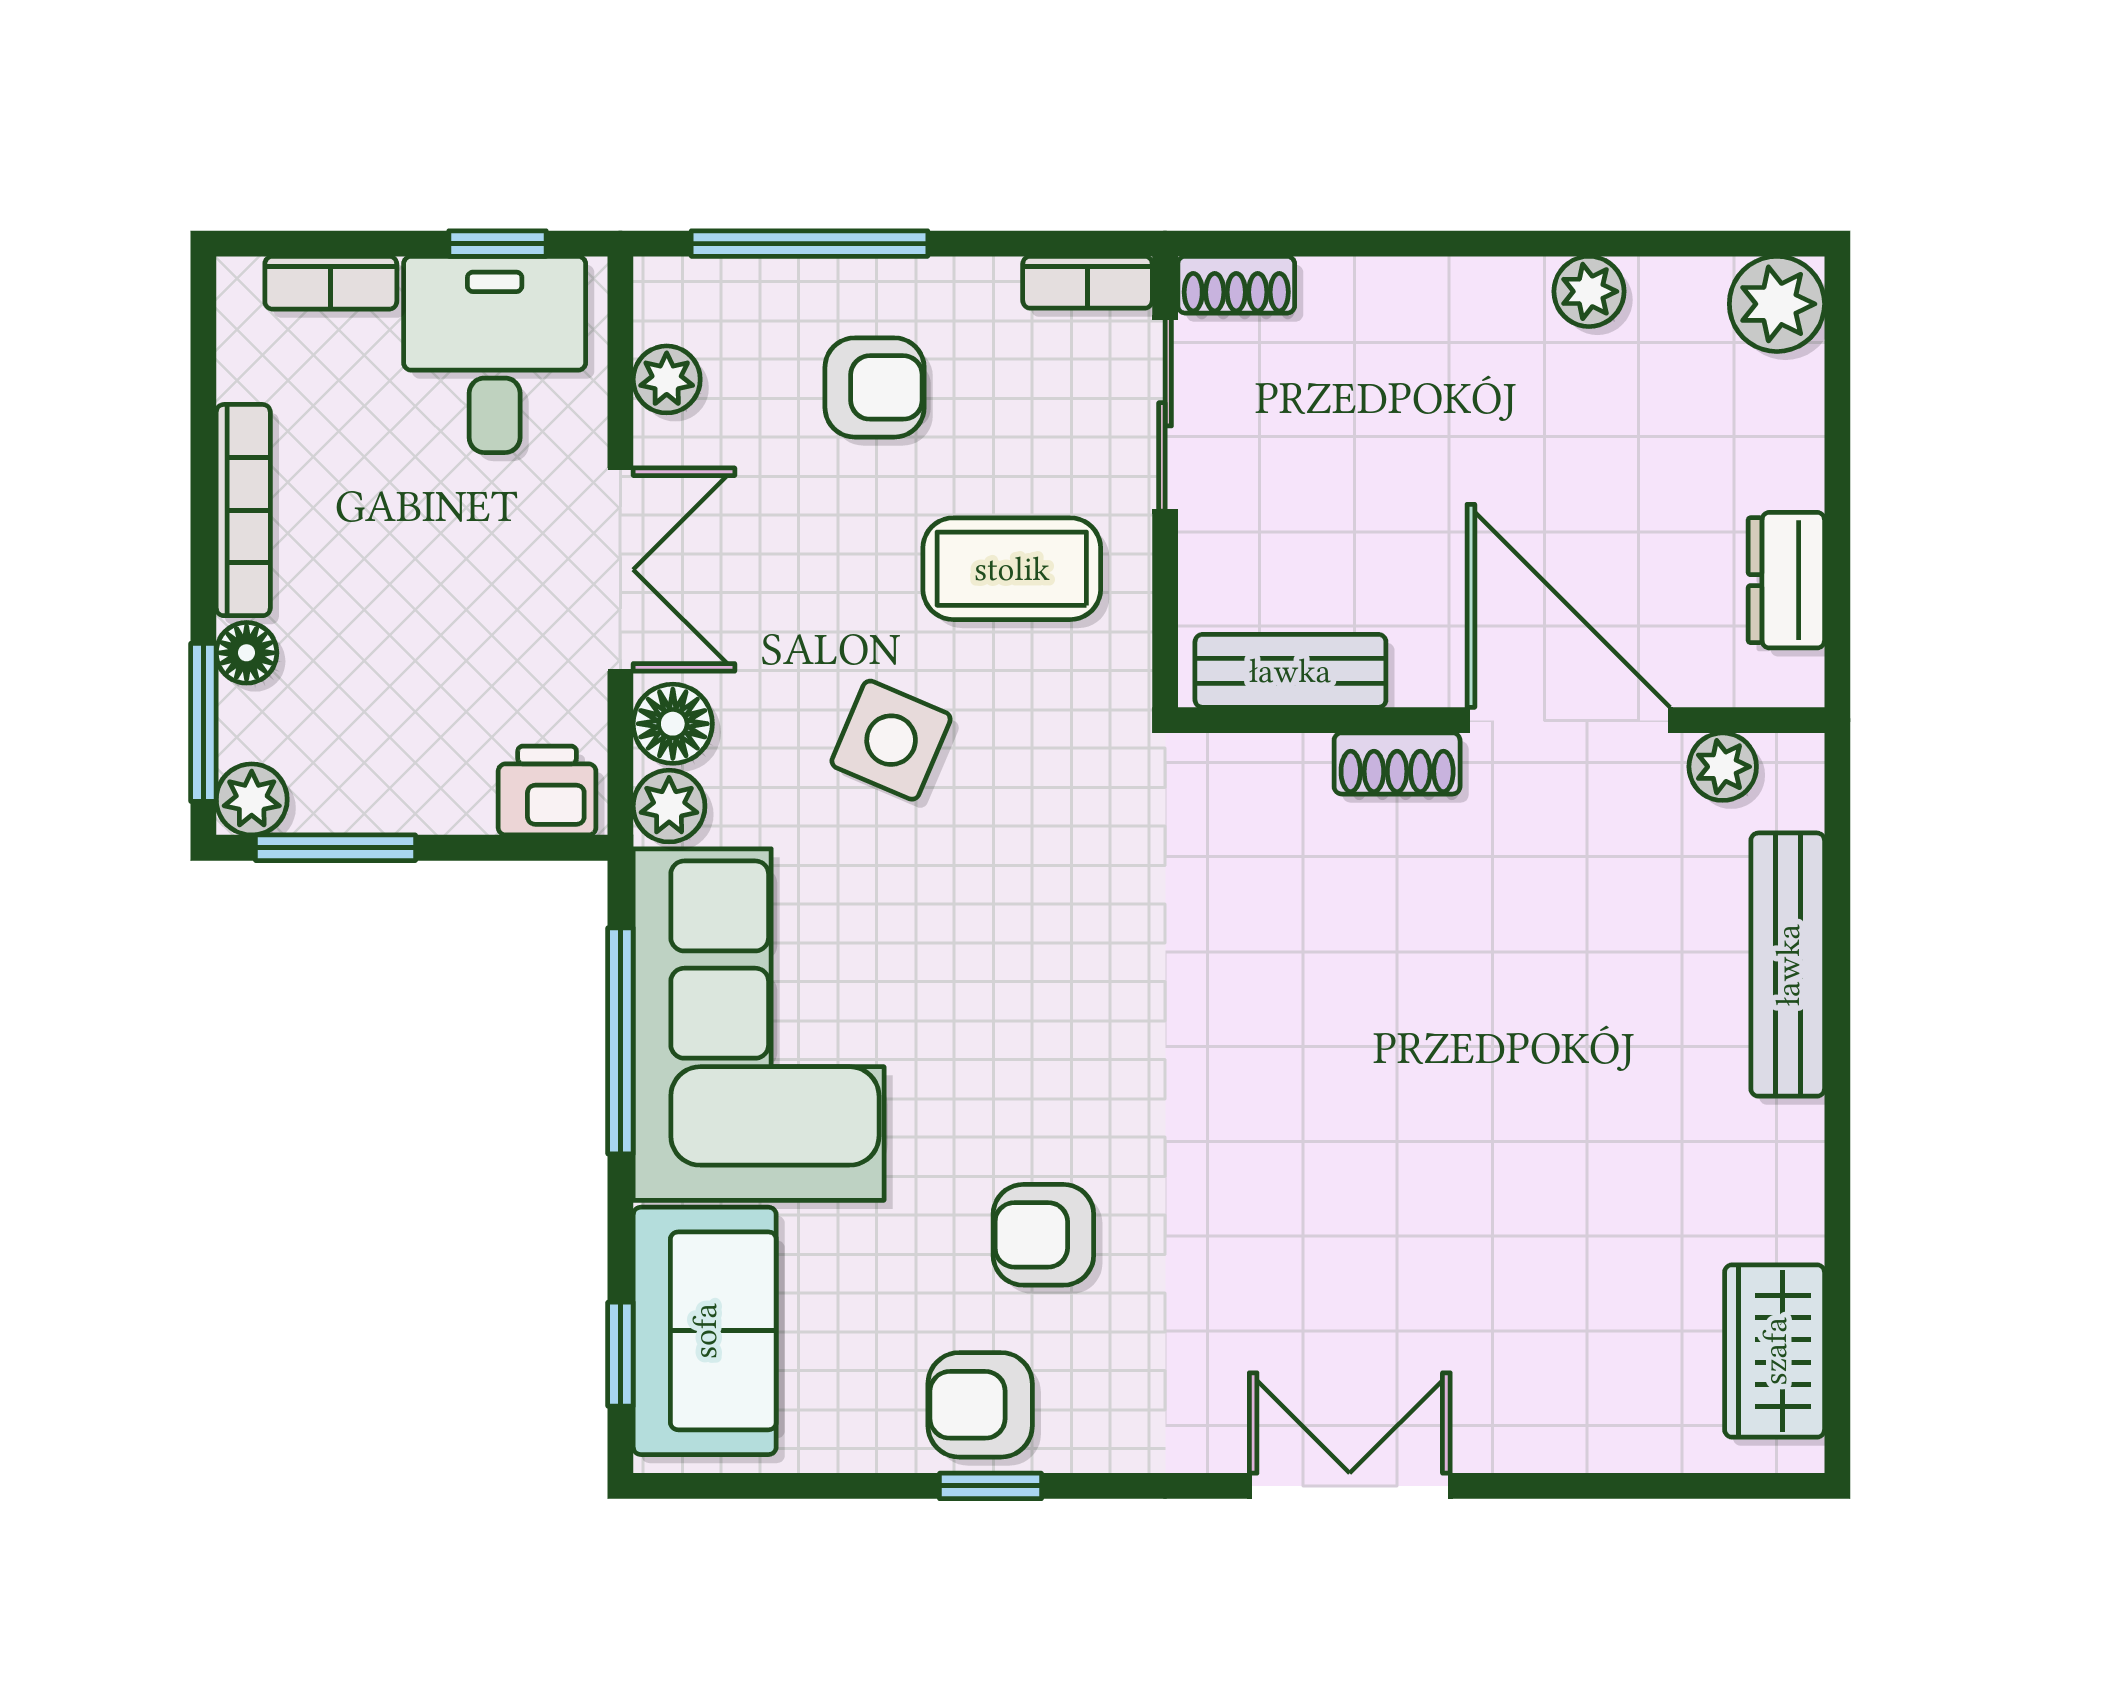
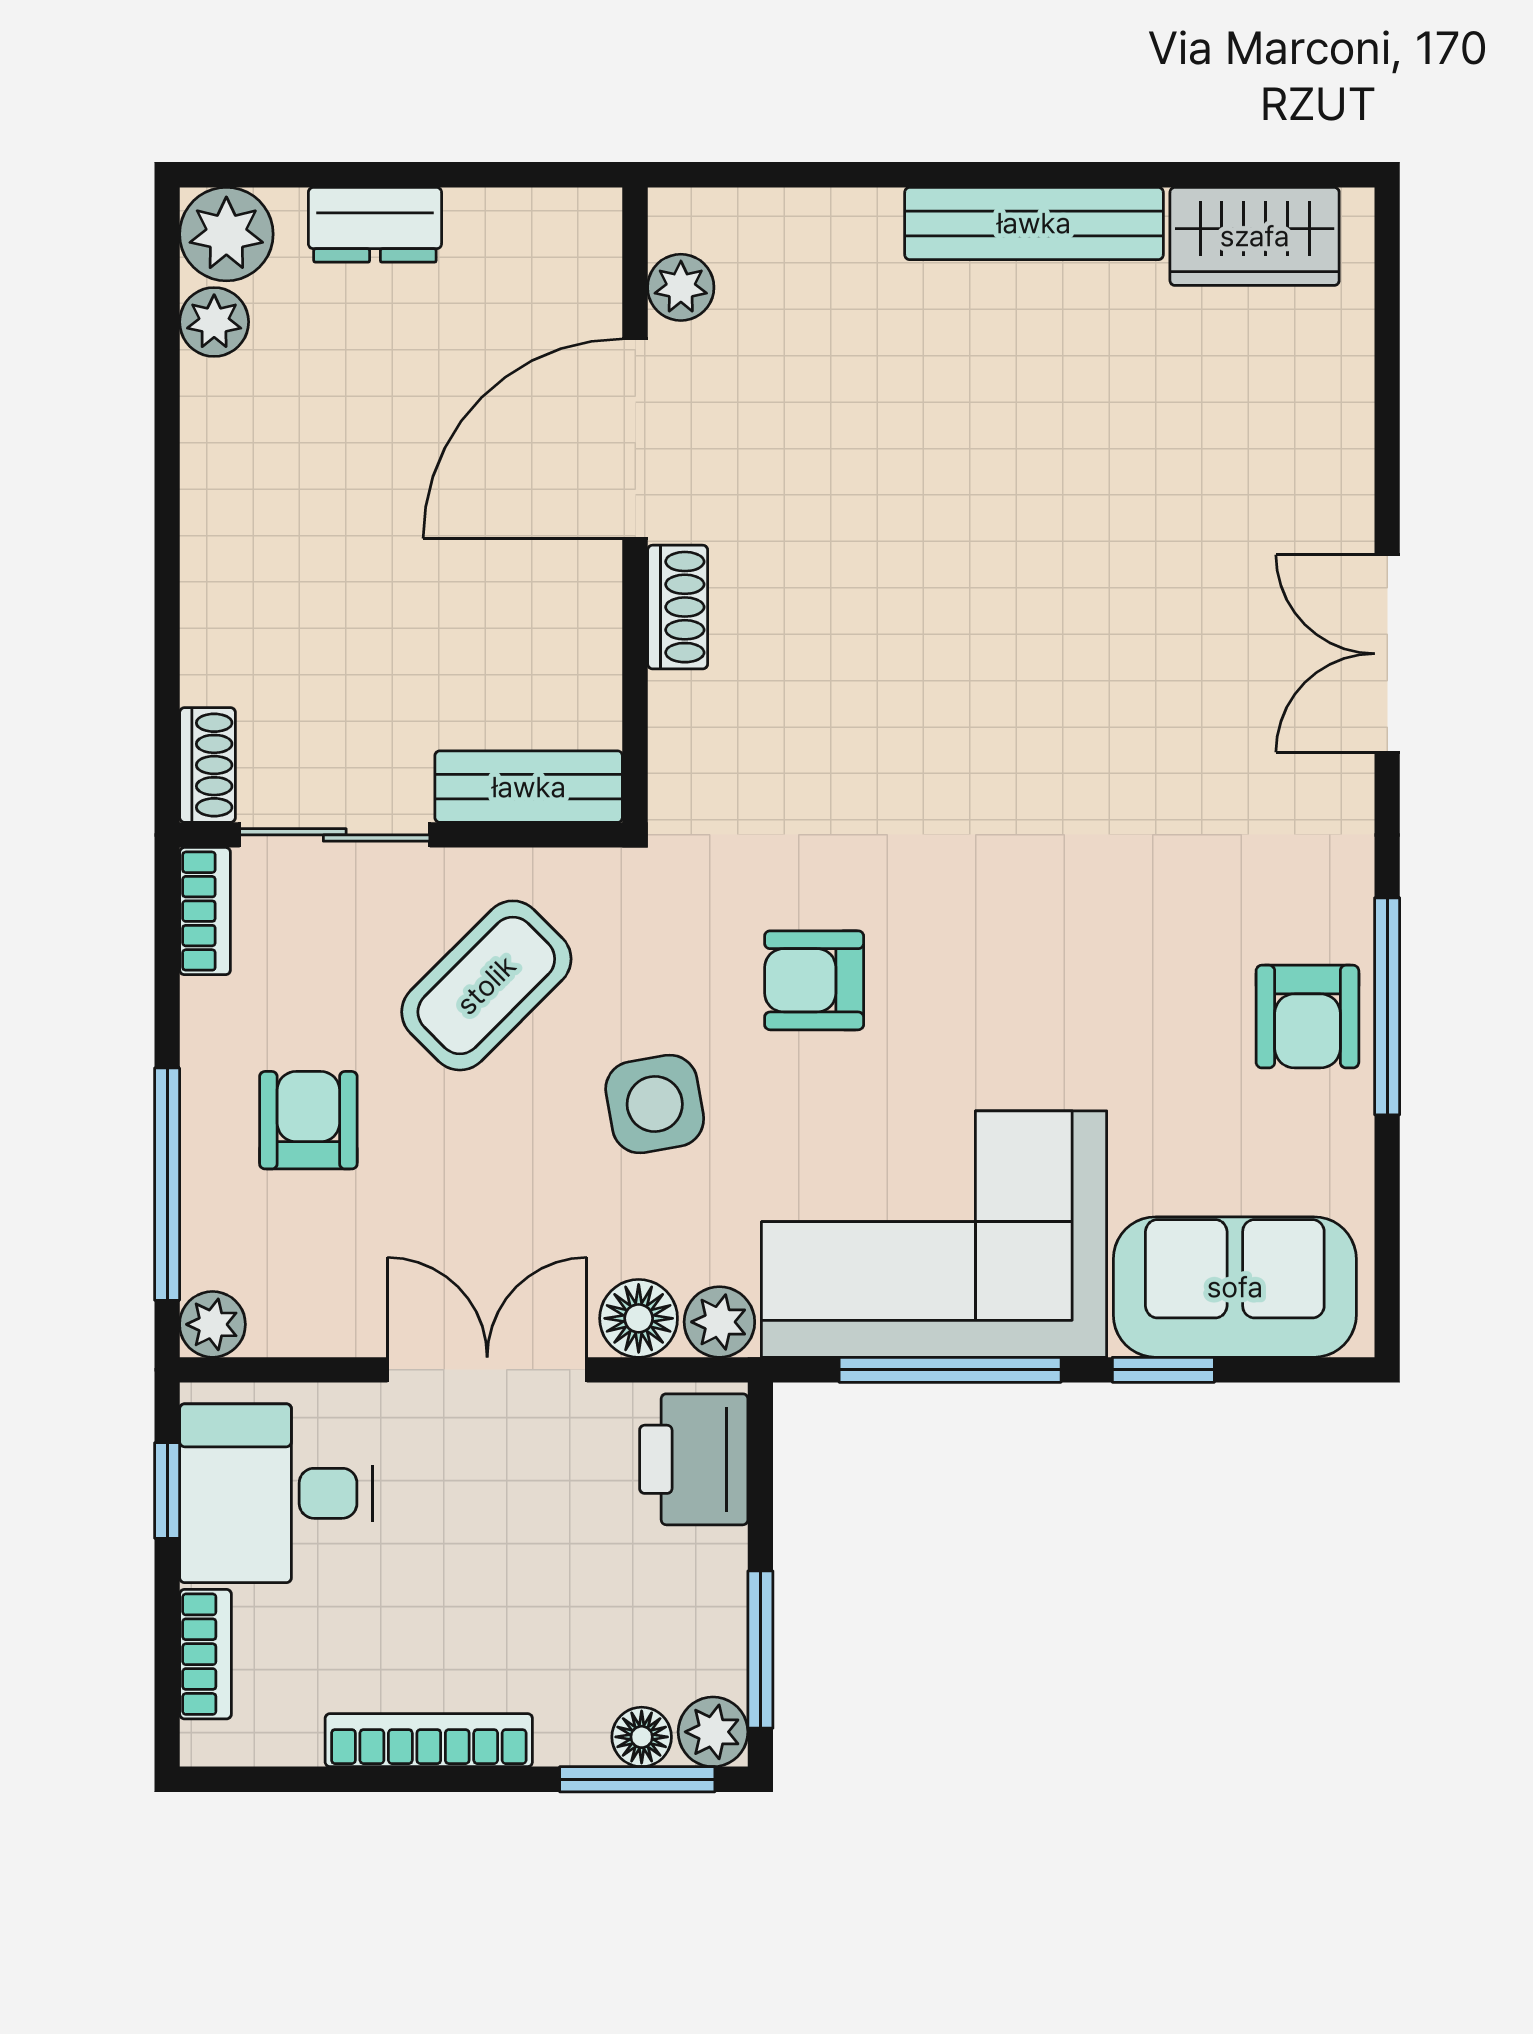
plant: (1589, 291) -> (214, 322), moved
plant: (667, 379) -> (212, 1324), moved
coffee table: (1012, 569) -> (486, 985), turned 45
dresser: (1786, 580) -> (375, 225), moved
floor lamp: (247, 653) -> (642, 1737), moved
bench: (1290, 671) -> (529, 787), moved, turned 90
side table: (891, 740) -> (655, 1104), turned -33
printer: (547, 791) -> (694, 1459), width x1.36, depth x1.24
bench: (1788, 965) -> (1034, 223), moved
armchair: (1043, 1235) -> (814, 980), moved, turned 90
window: (620, 1354) -> (1163, 1370), moved
window: (991, 1486) -> (1387, 1006), width x2.17

